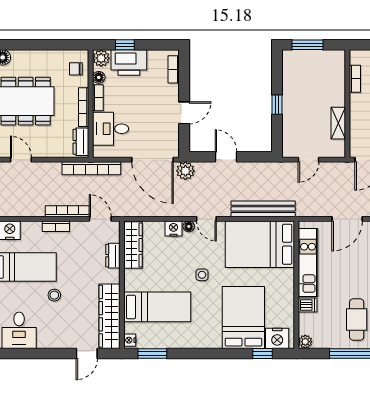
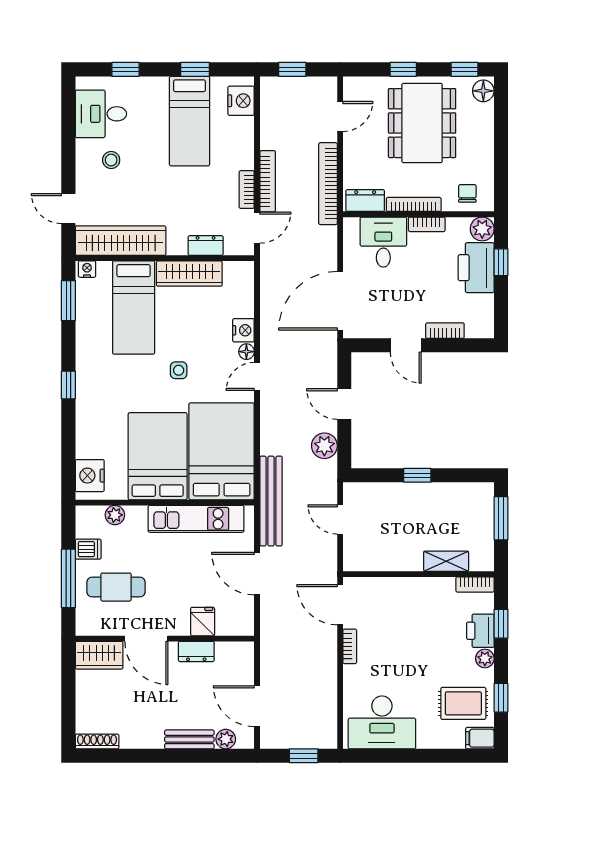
bookcase: (174, 69) -> (445, 331), moved
floor lamp: (99, 77) -> (455, 226), removed
bookcase: (355, 79) -> (475, 584), moved
shelving: (338, 123) -> (446, 561), moved
door: (226, 157) -> (344, 404), swing flipped
bookcase: (91, 168) -> (328, 184), moved
plant: (185, 171) -> (324, 446), moved
bench: (263, 209) -> (271, 501), moved
bookcase: (56, 226) -> (247, 190), moved
wardrobe: (133, 245) -> (189, 274), moved
stool: (54, 295) -> (111, 160), moved
dishwasher: (308, 305) -> (88, 549), moved, turned -90
bed: (243, 317) -> (158, 456), moved, turned -90
plant: (305, 342) -> (115, 515), moved
window: (262, 354) -> (68, 385), moved

